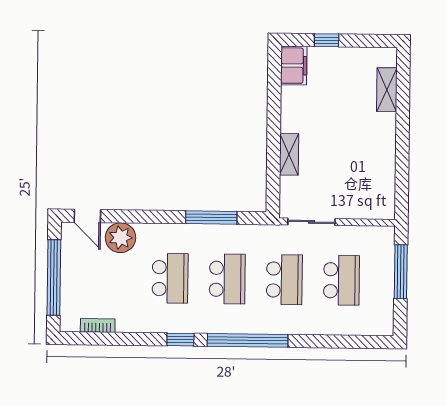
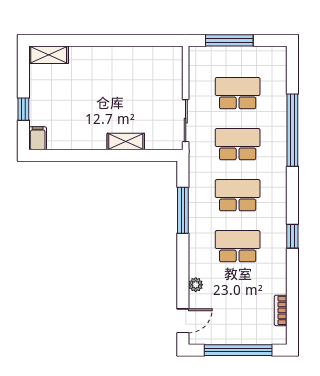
filing cabinet: (294, 66) -> (38, 138), width x0.50
shelving: (387, 90) -> (49, 55), moved
plant: (120, 238) -> (196, 285), width x0.53, depth x0.53
window: (248, 340) -> (292, 130), moved

